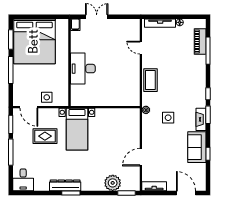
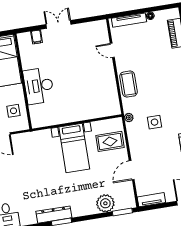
wall: (69, 62) -> (23, 81), moved
desk: (83, 69) -> (39, 86), moved
side table: (47, 97) -> (13, 111), moved
bed with nightstands: (77, 129) -> (74, 148), moved
rug: (45, 136) -> (110, 141), moved

